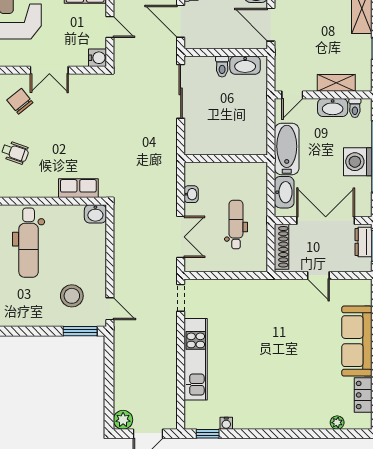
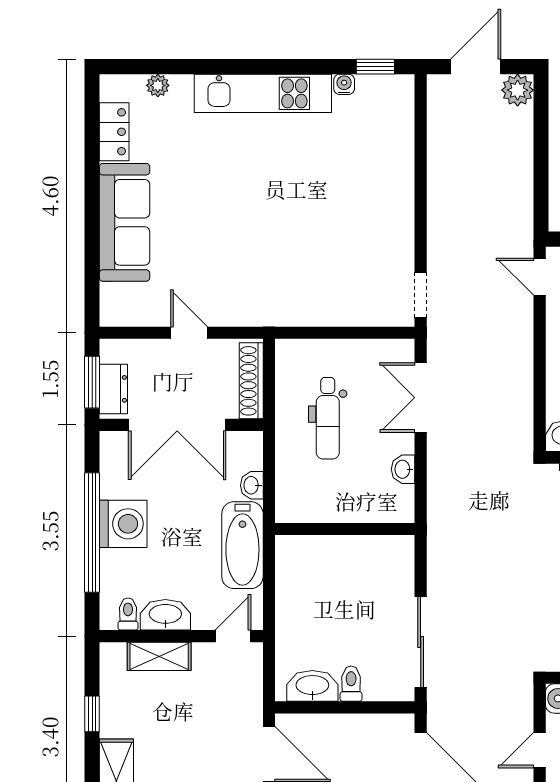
door: (110, 27) -> (540, 750), hinge flipped
washbasin: (284, 192) -> (252, 485), width x0.52, depth x0.69
kitchen unit: (196, 359) -> (263, 93), moved, turned -90

